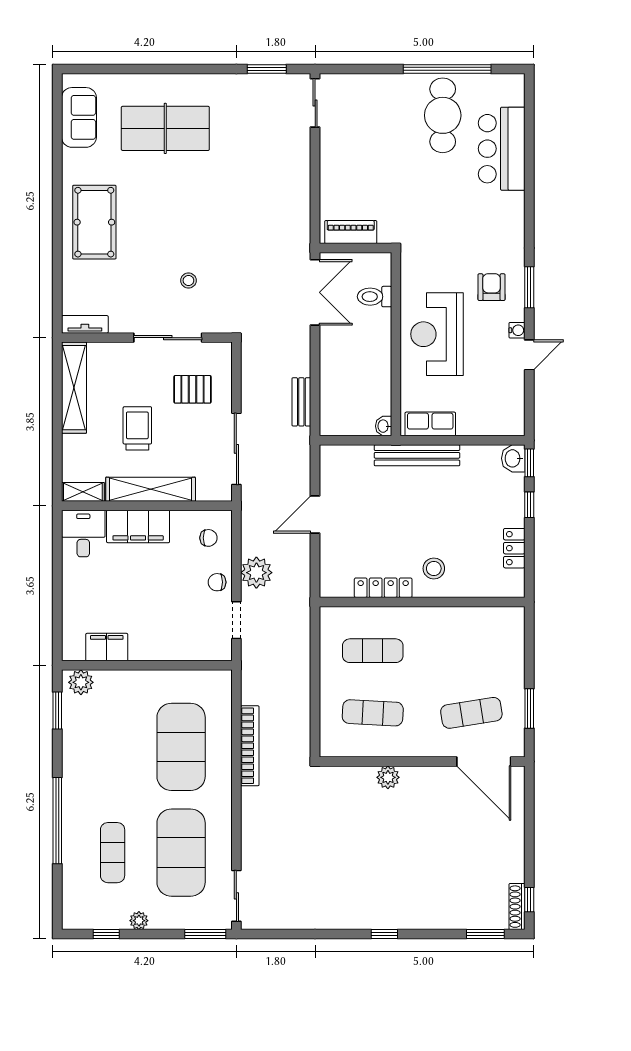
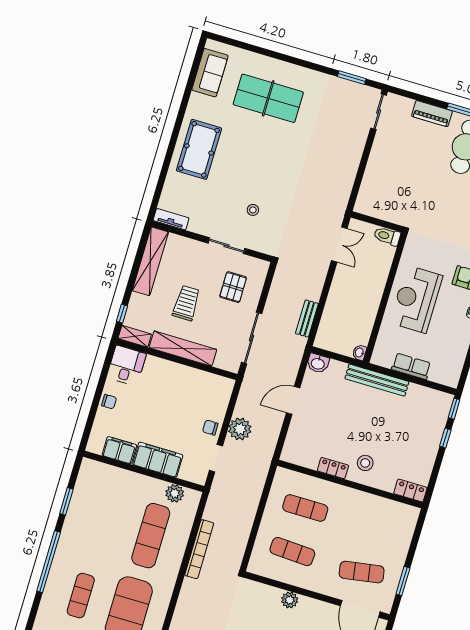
piano: (351, 232) -> (432, 114), moved, turned 180
double door: (315, 292) -> (339, 245), width x0.73
toilet: (374, 297) -> (387, 236), moved
sliding door: (168, 338) -> (226, 246), width x0.73
pallet: (193, 389) -> (233, 287), turned 90
row of seats: (430, 424) -> (411, 366), moved
washbasin: (513, 458) -> (318, 363), moved, turned -90
window: (57, 467) -> (122, 314), added
filing cabinet: (138, 527) -> (158, 460), moved, turned 180
chair: (208, 538) -> (109, 402), moved
locker: (514, 548) -> (410, 491), moved, turned 90
locker: (383, 588) -> (333, 468), width x0.66
plant: (81, 682) -> (175, 493), moved
window: (57, 711) -> (66, 501), moved
exercise mat: (181, 747) -> (151, 536), width x0.68

